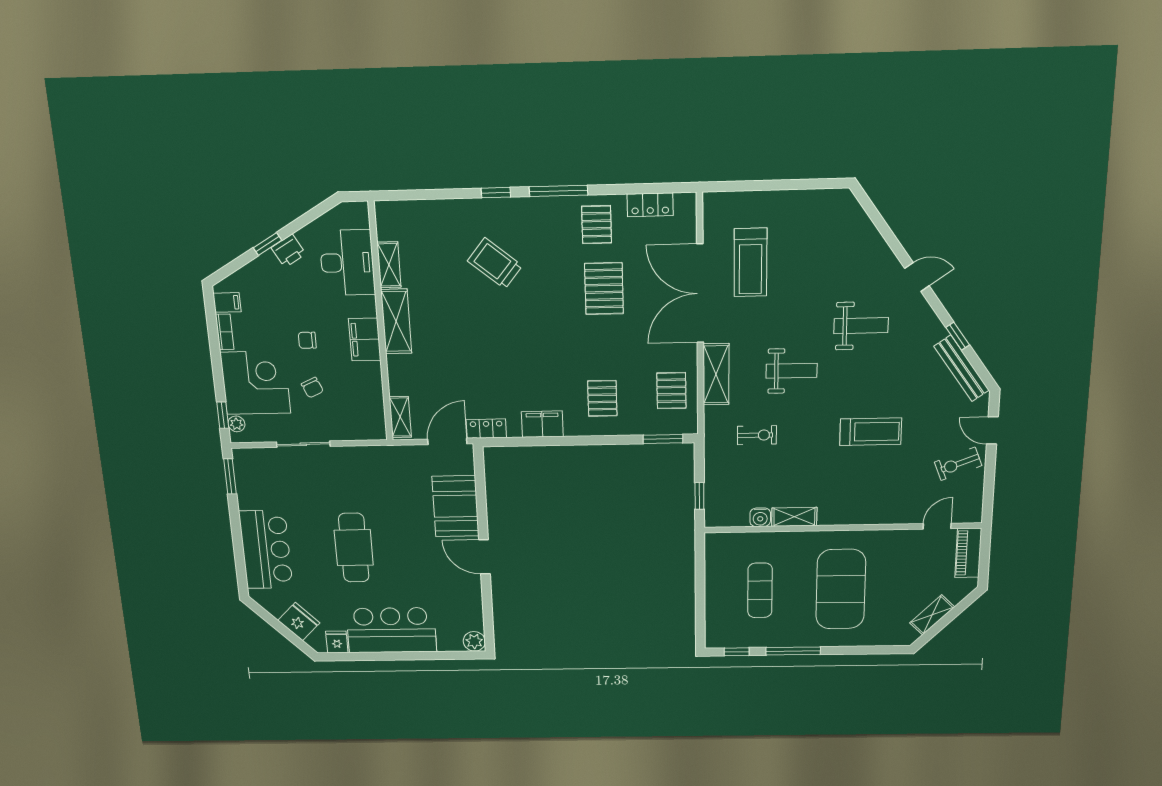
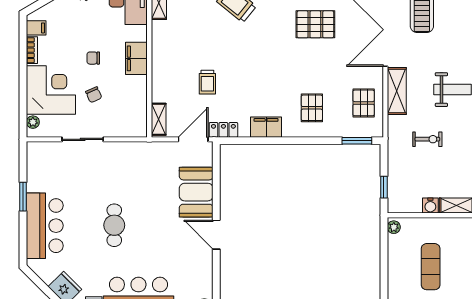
pallet: (604, 289) -> (315, 24), turned 90
shelving: (396, 321) -> (161, 45), removed
trolley: (462, 368) -> (207, 82), added
window: (223, 415) -> (23, 115), removed
window: (230, 476) -> (23, 197), moved
plant: (712, 544) -> (394, 227), added
cafe table: (354, 548) -> (114, 225), width x0.73, depth x0.74

